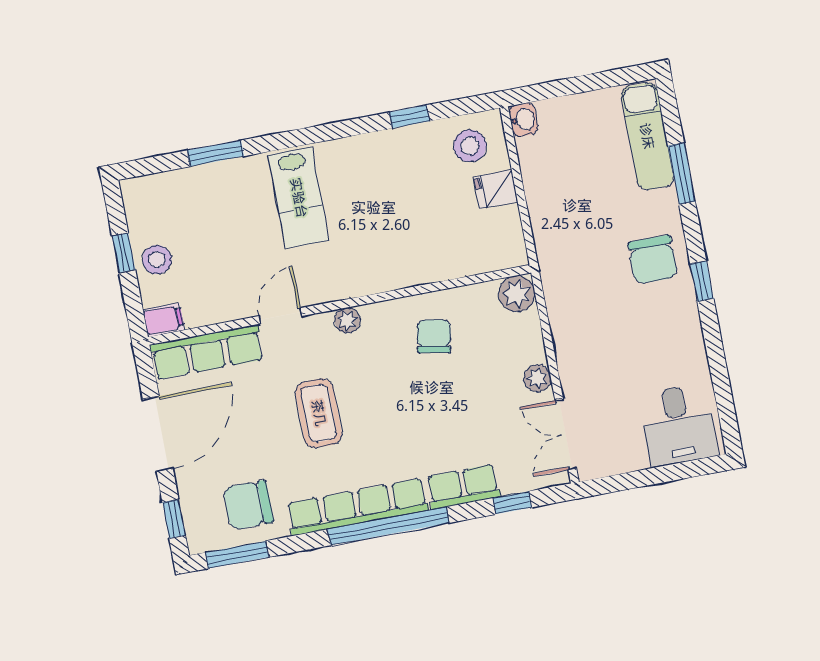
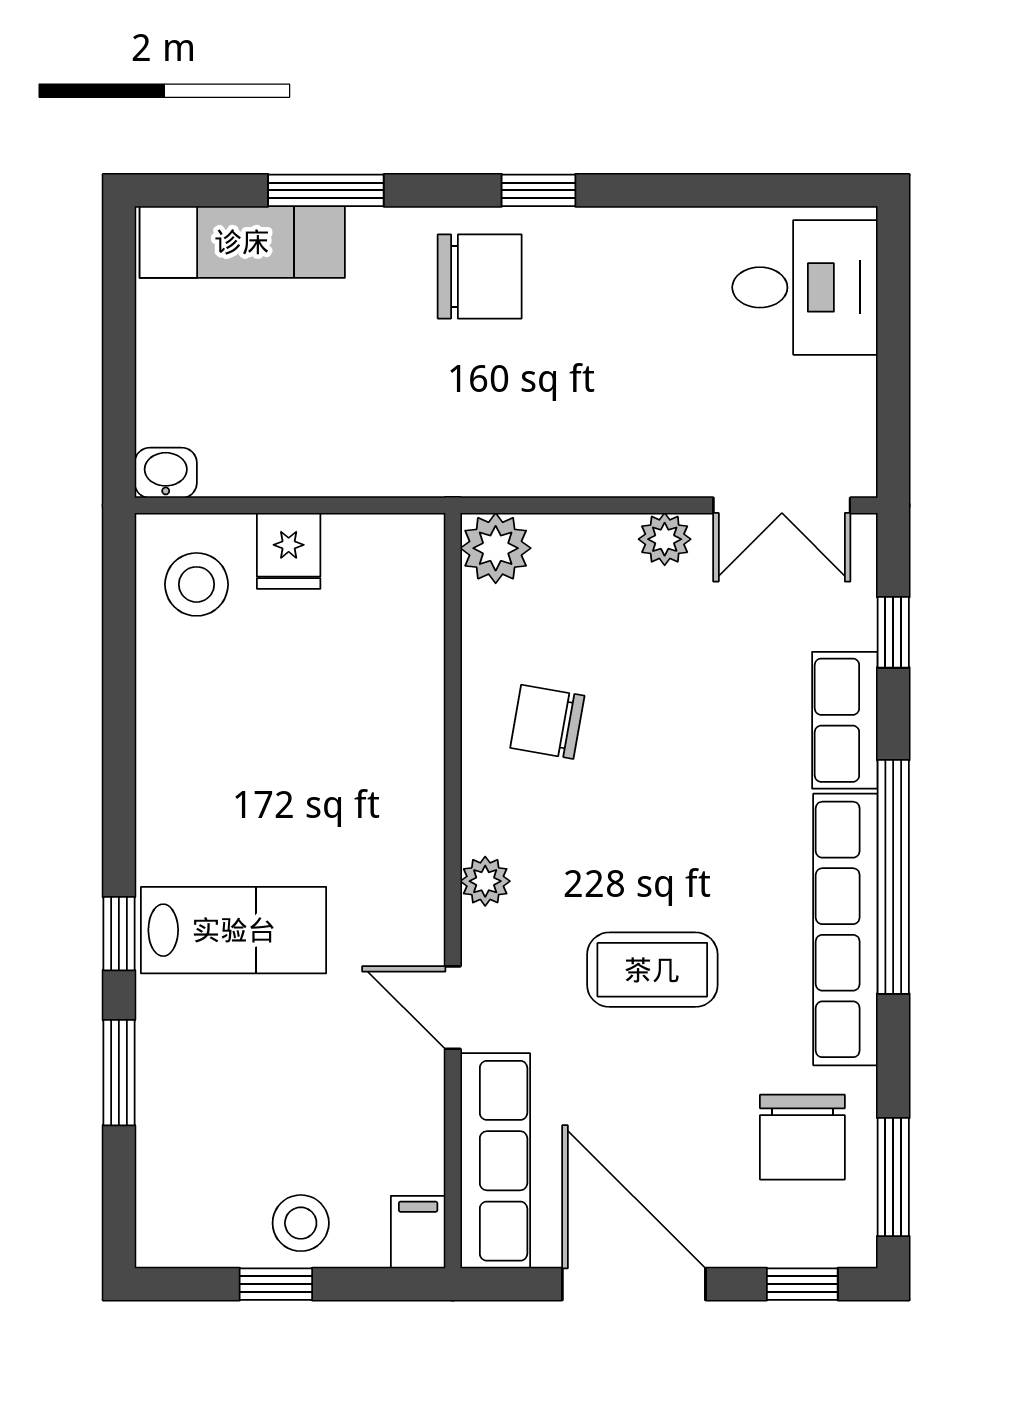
window: (409, 117) -> (119, 934), moved

